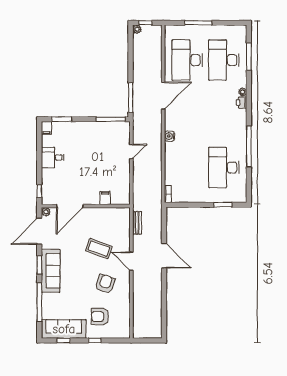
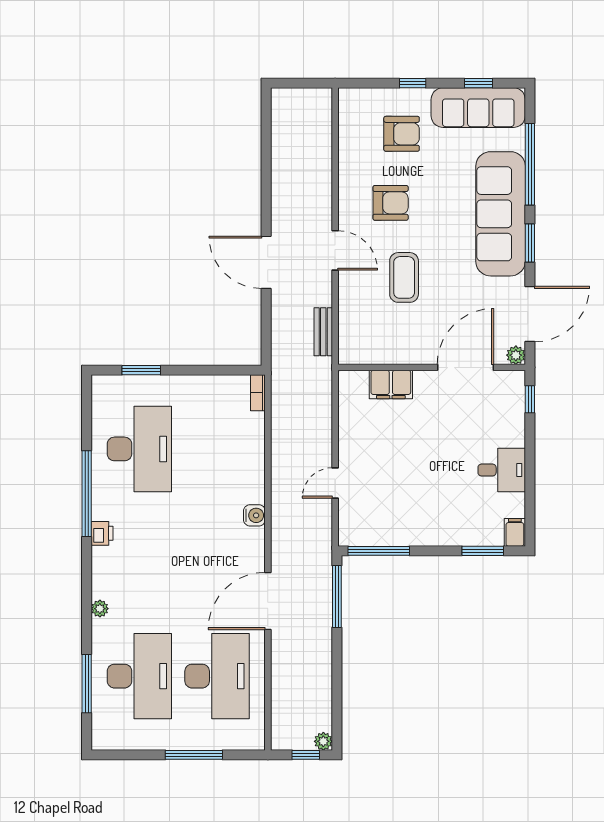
printer: (242, 103) -> (102, 533), moved
filing cabinet: (105, 198) -> (391, 384), width x2.00
coffee table: (99, 249) -> (404, 277), turned 70
sofa: (51, 271) -> (501, 214), width x1.36, depth x1.27
armchair: (105, 284) -> (391, 203), turned -107

